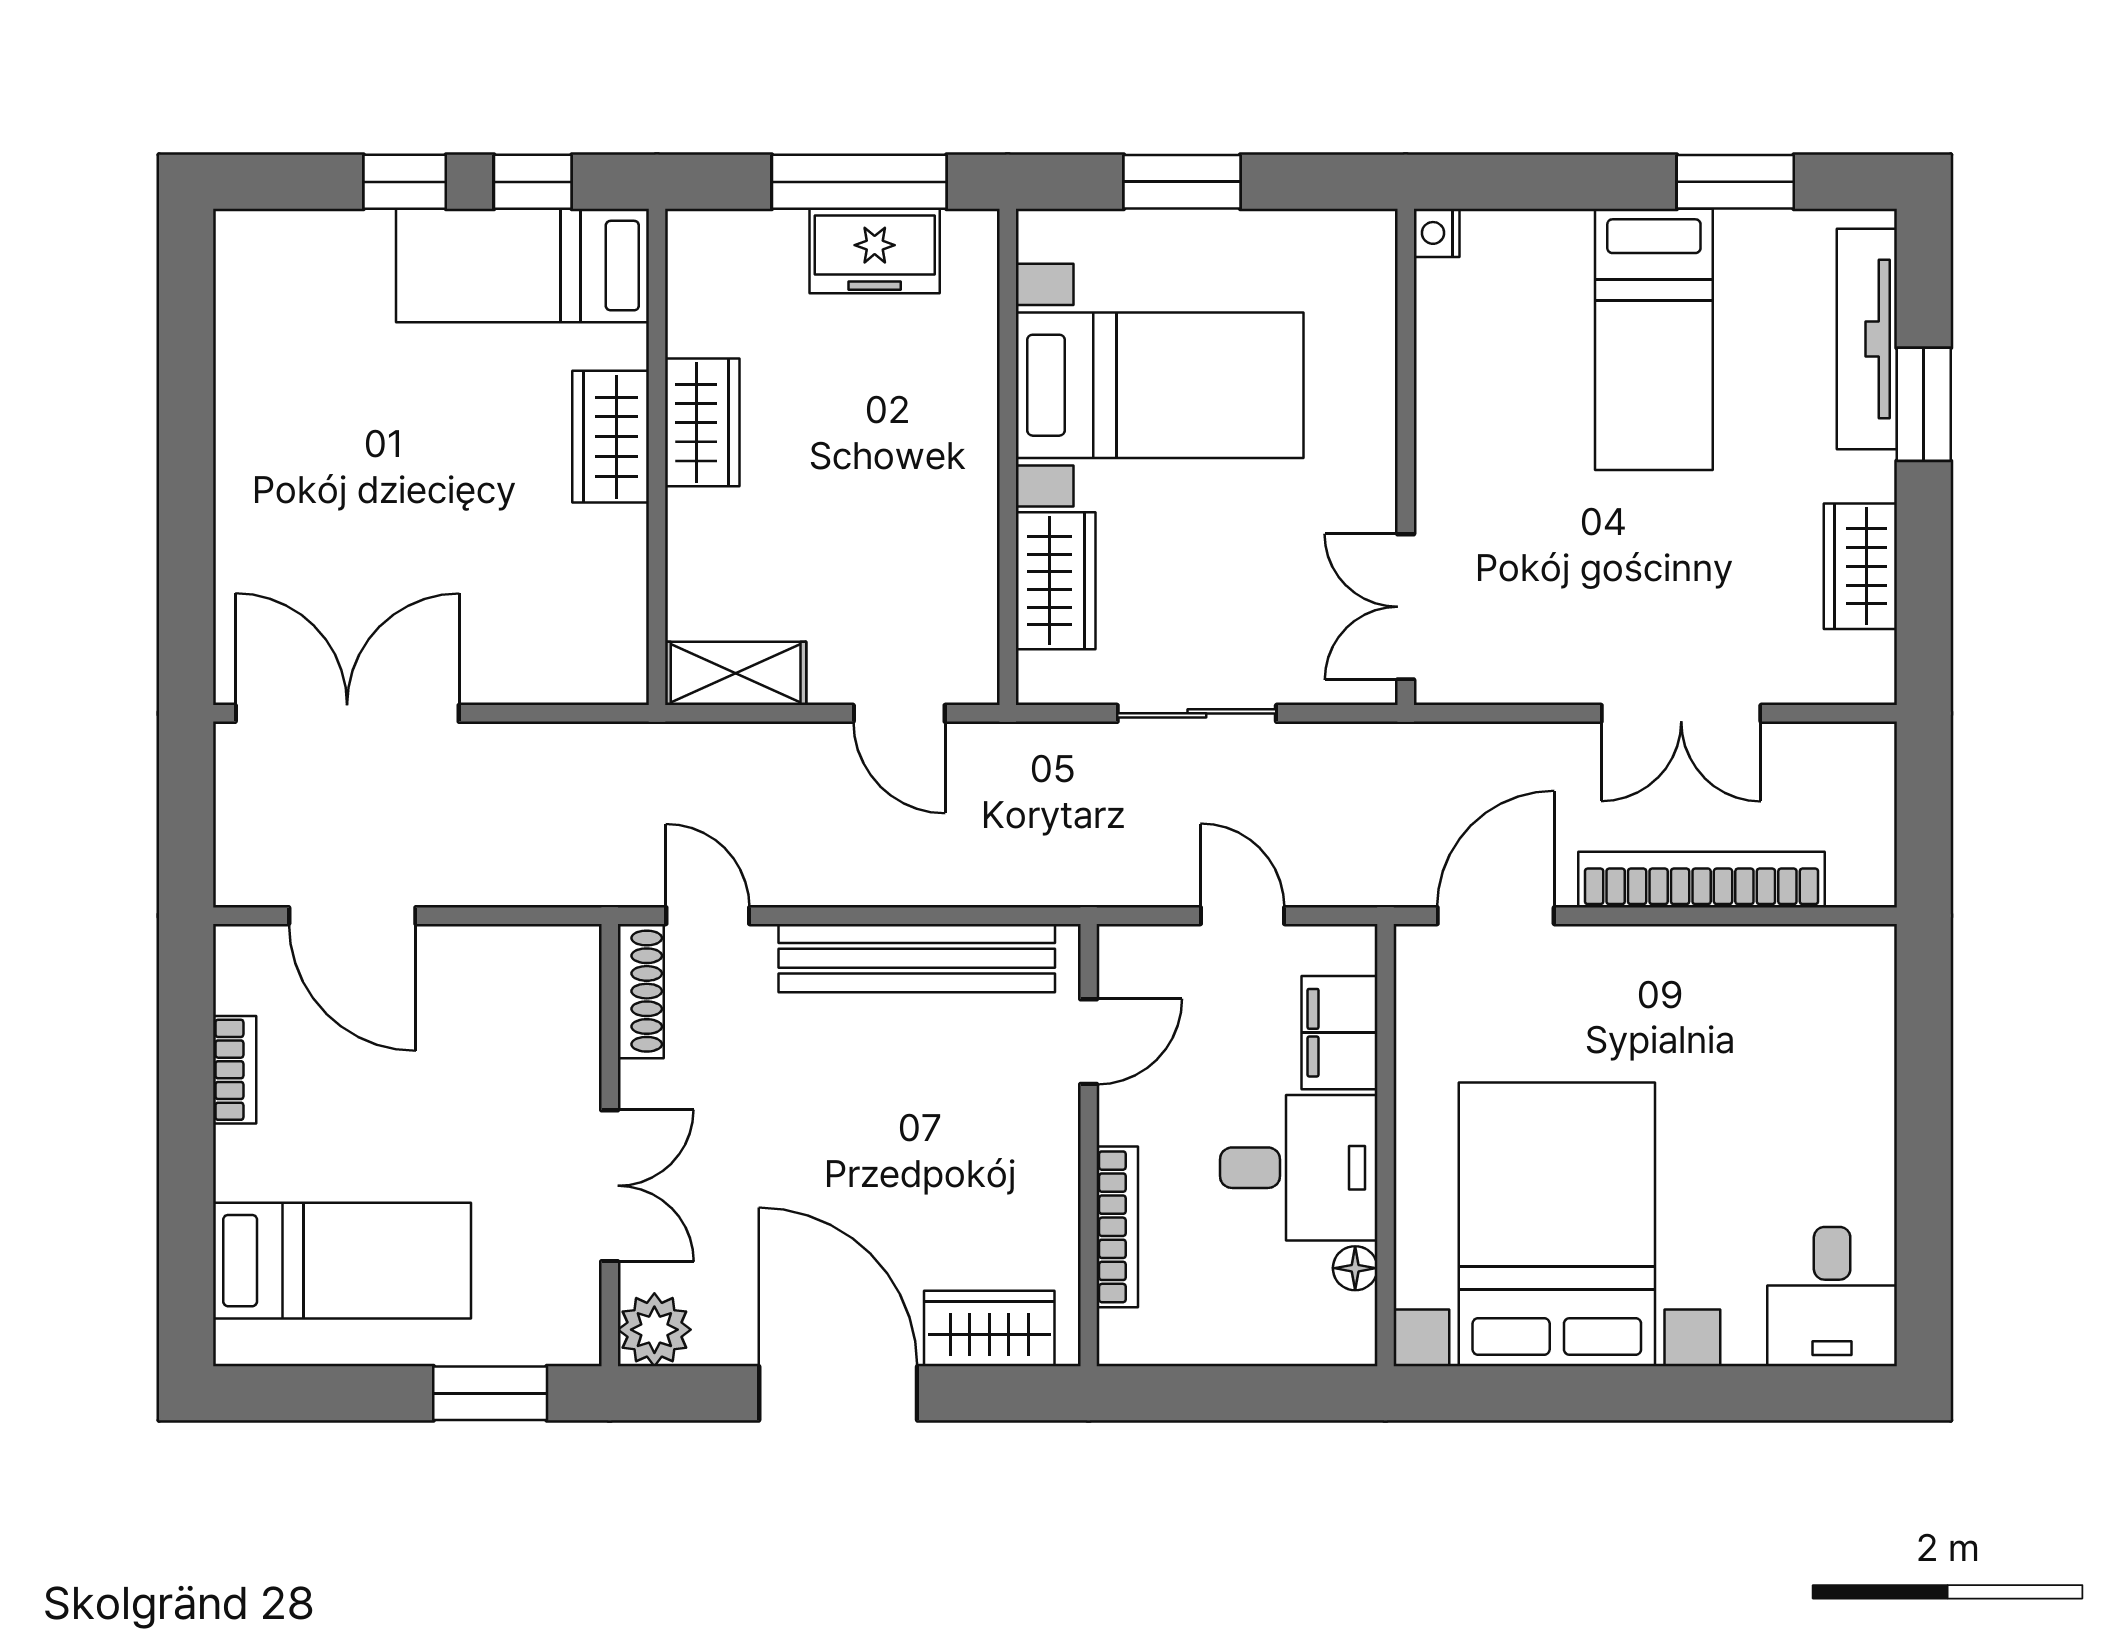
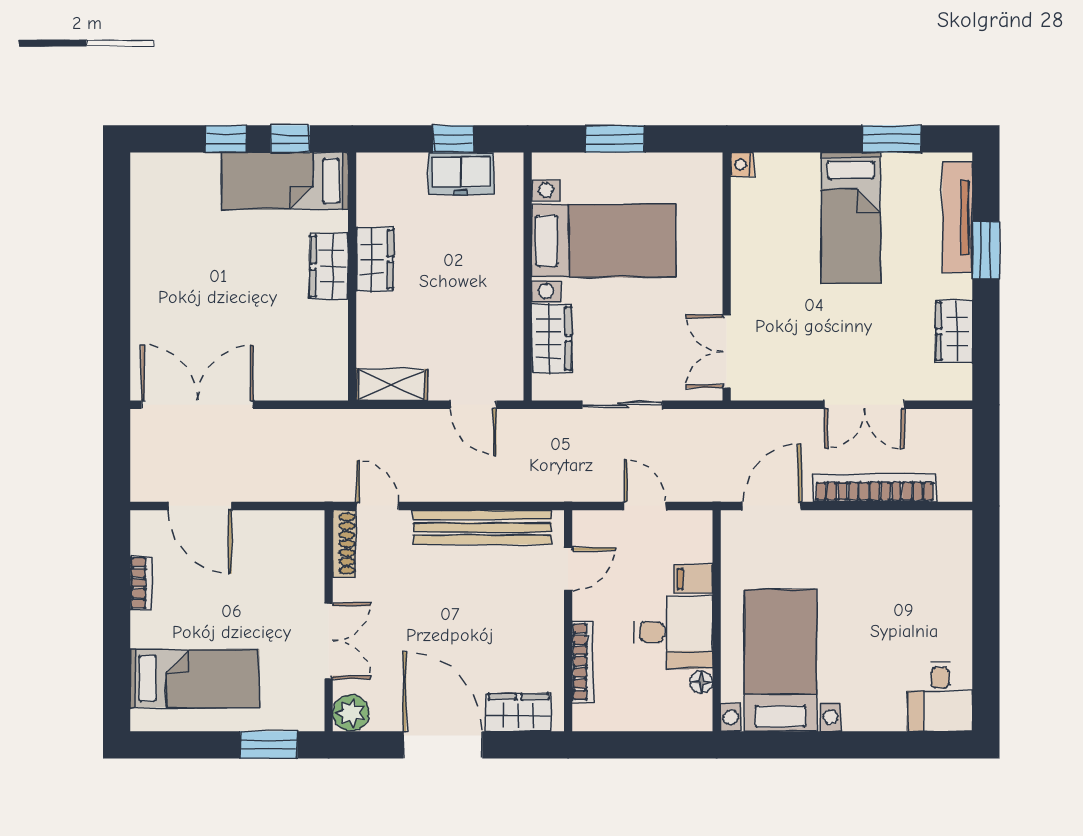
window: (859, 182) -> (453, 139), width x0.46
filing cabinet: (1340, 1033) -> (694, 579), width x0.50
bed with nightstands: (1557, 1224) -> (781, 660), width x0.73

